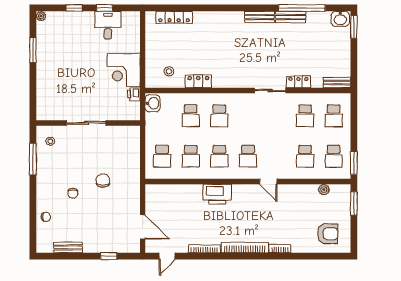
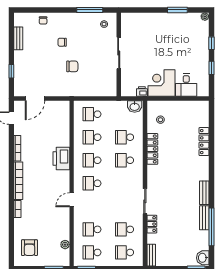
locker: (174, 17) -> (204, 142), moved
desk: (108, 25) -> (186, 85), moved, turned 90
locker: (198, 81) -> (152, 149), width x1.53

